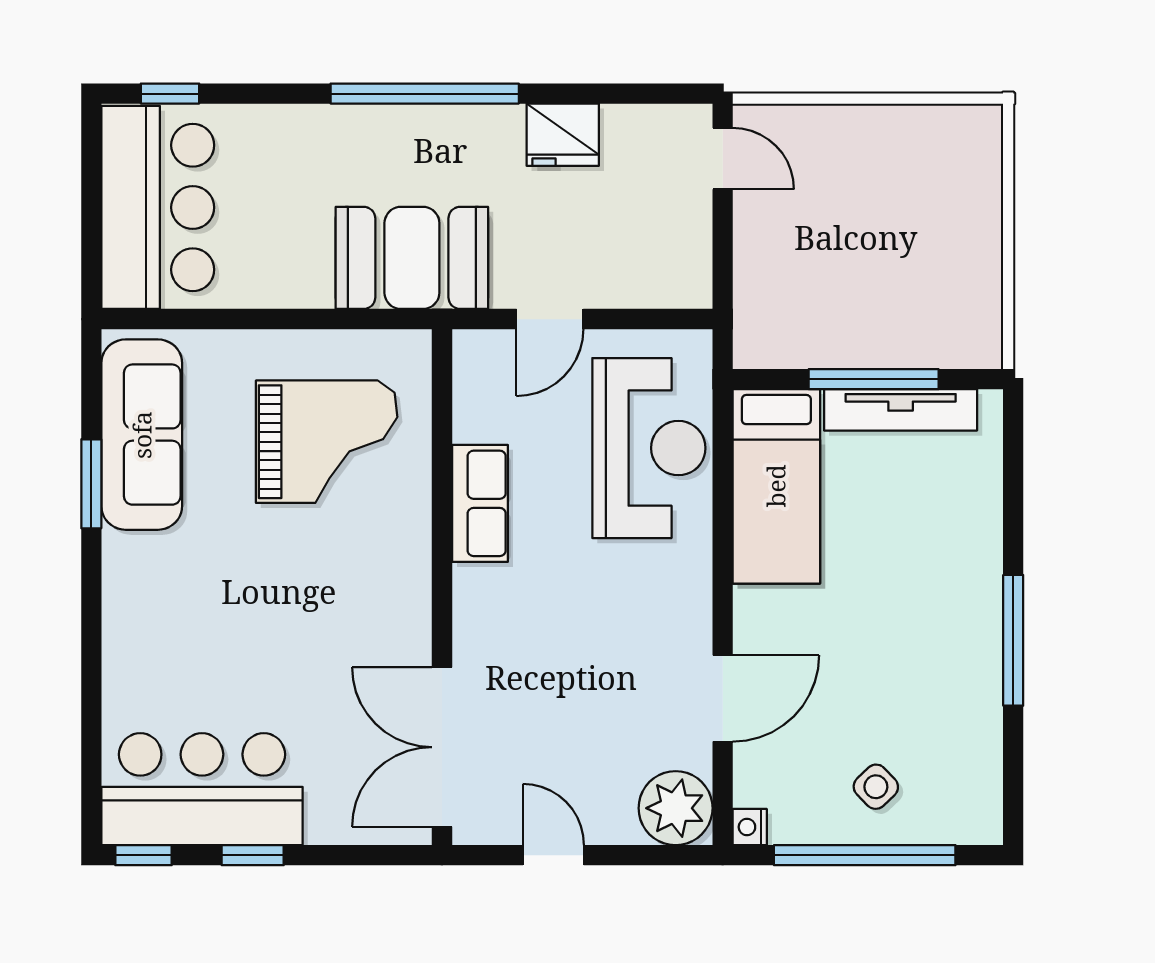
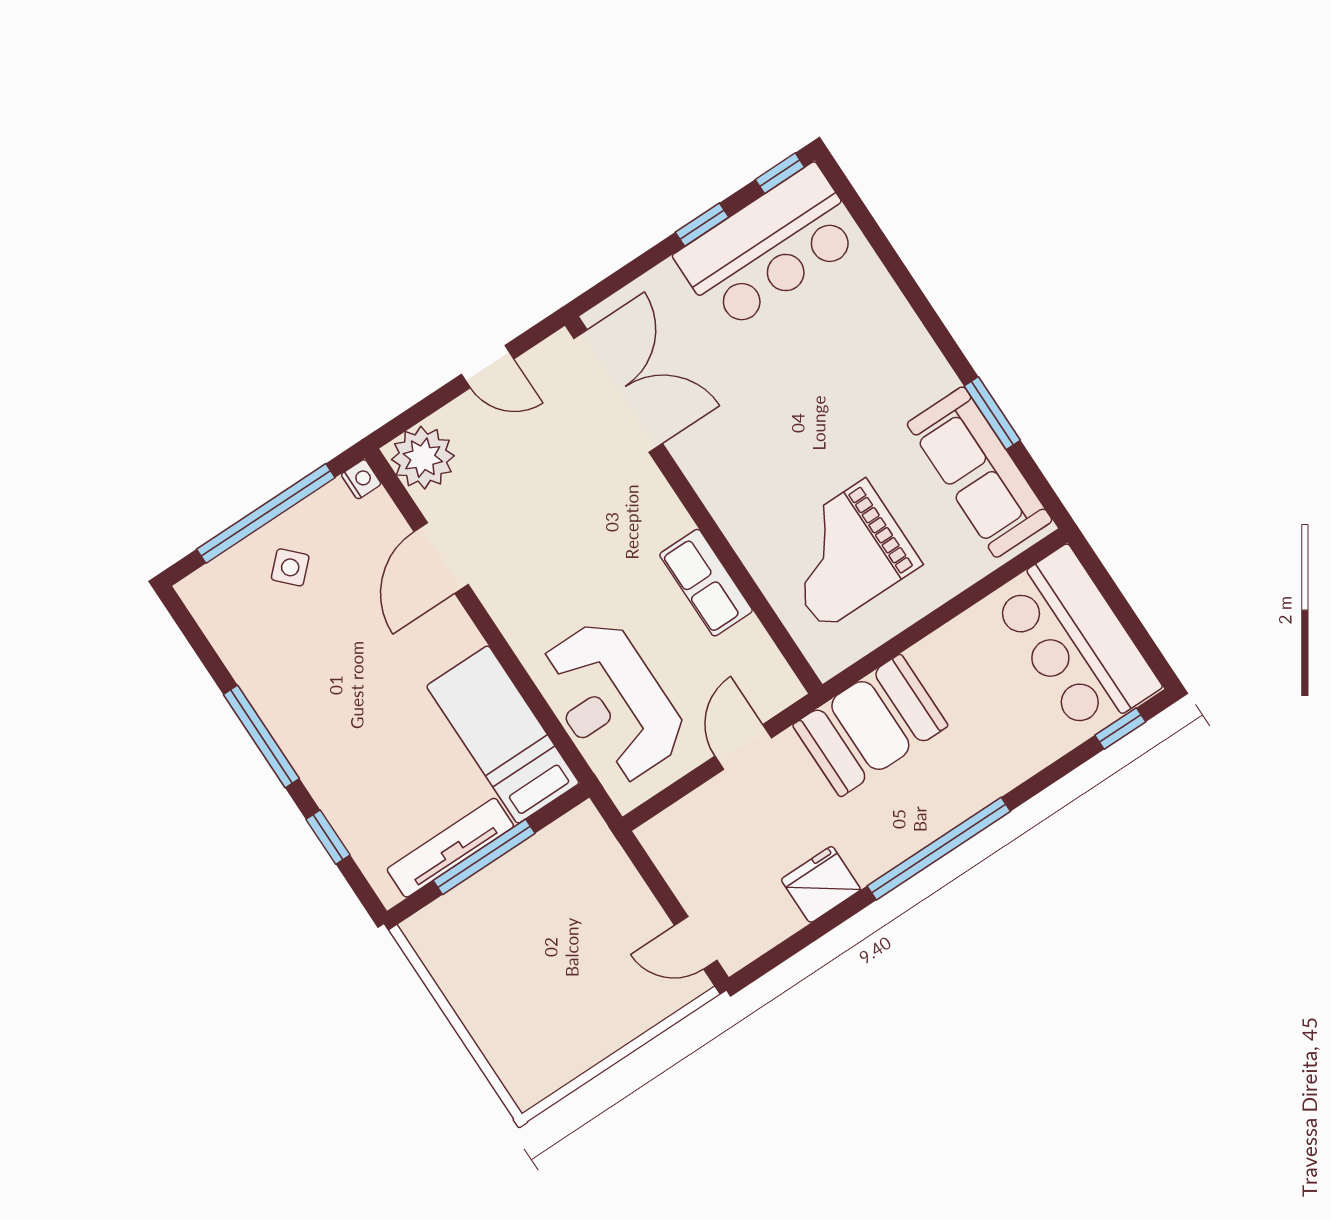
window: (1013, 499) -> (328, 837), added

